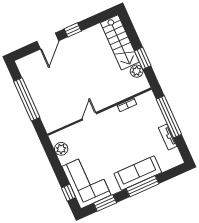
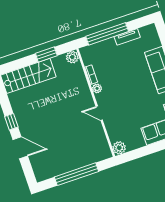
plant: (137, 71) -> (72, 57), moved
plant: (114, 112) -> (97, 88), added
plant: (61, 149) -> (119, 148), moved

